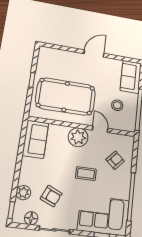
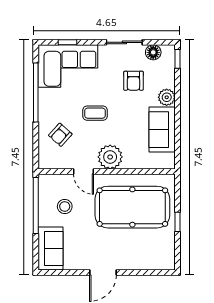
sofa: (35, 139) -> (162, 130), moved
plant: (23, 193) -> (167, 97), moved
armchair: (51, 196) -> (133, 81), turned -114

